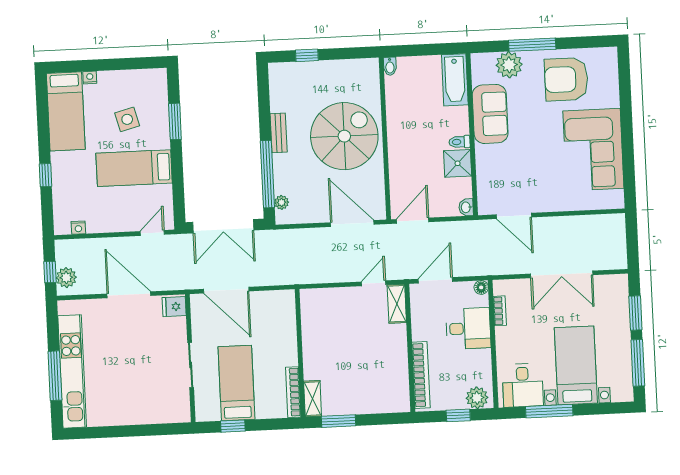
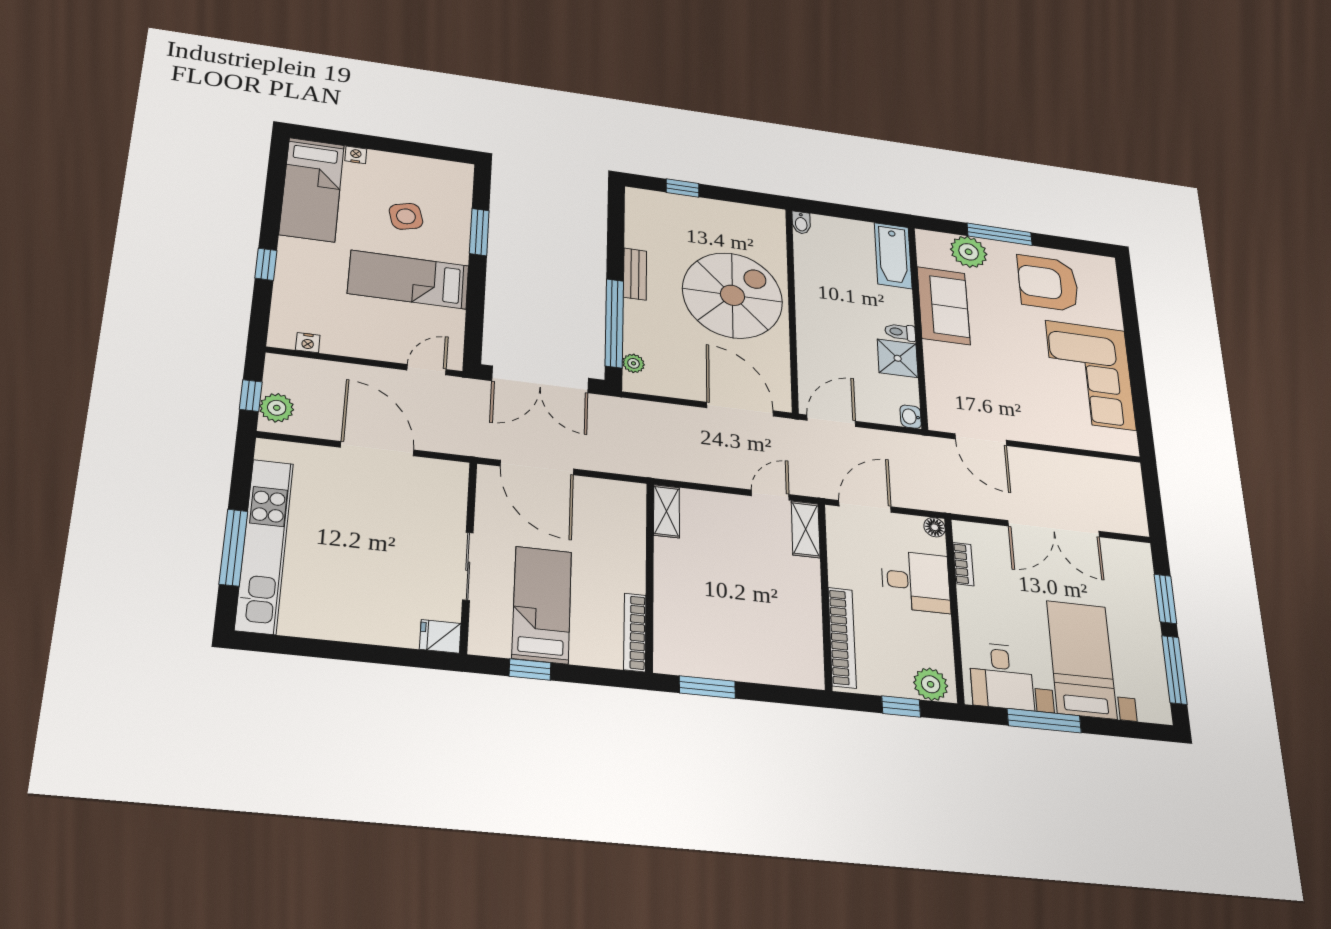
fridge: (174, 307) -> (440, 636), moved
shelving: (313, 399) -> (667, 511), moved

